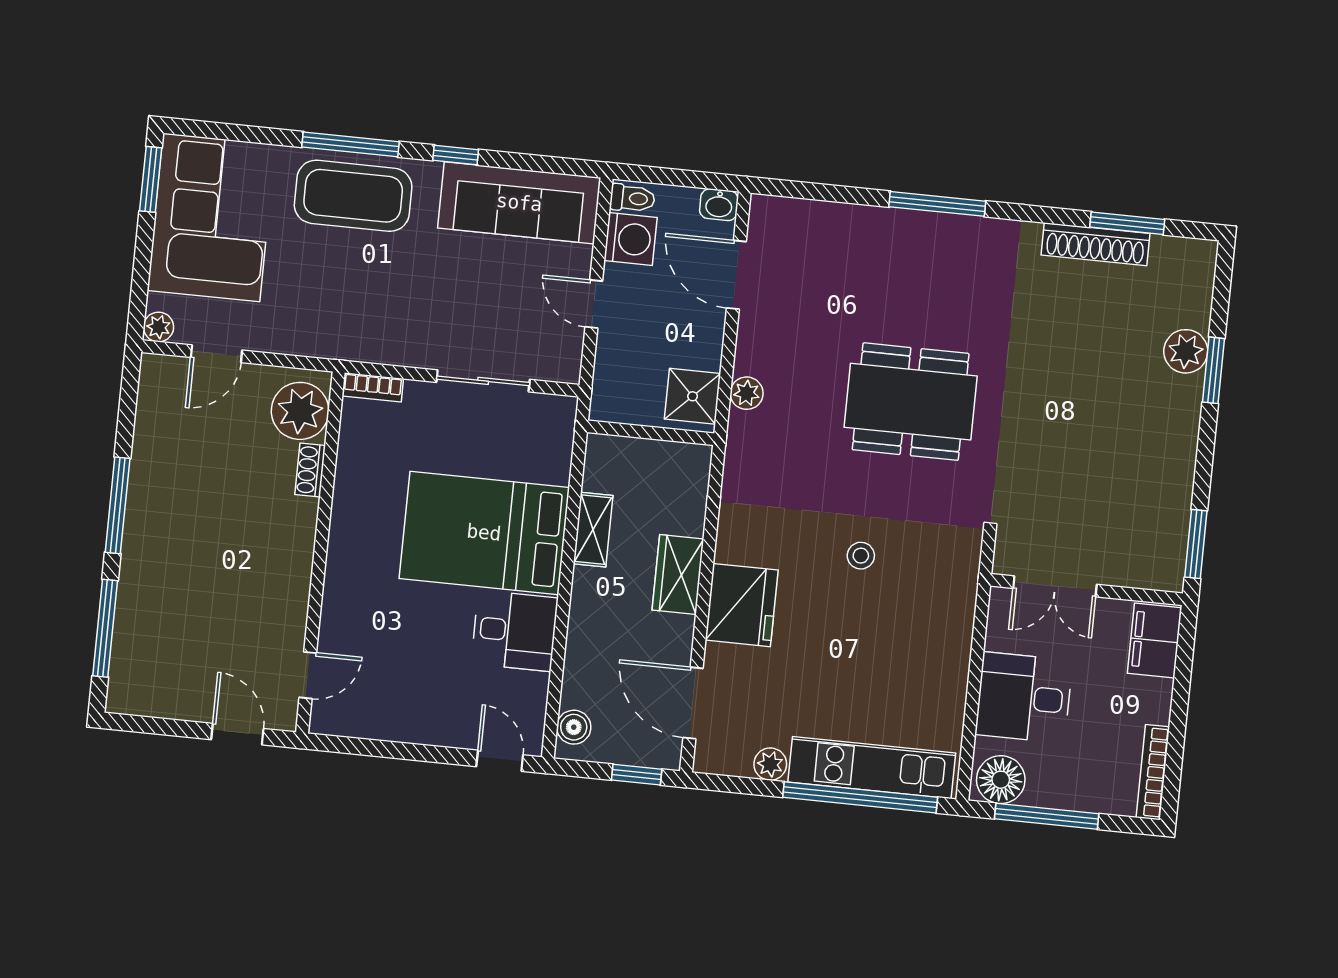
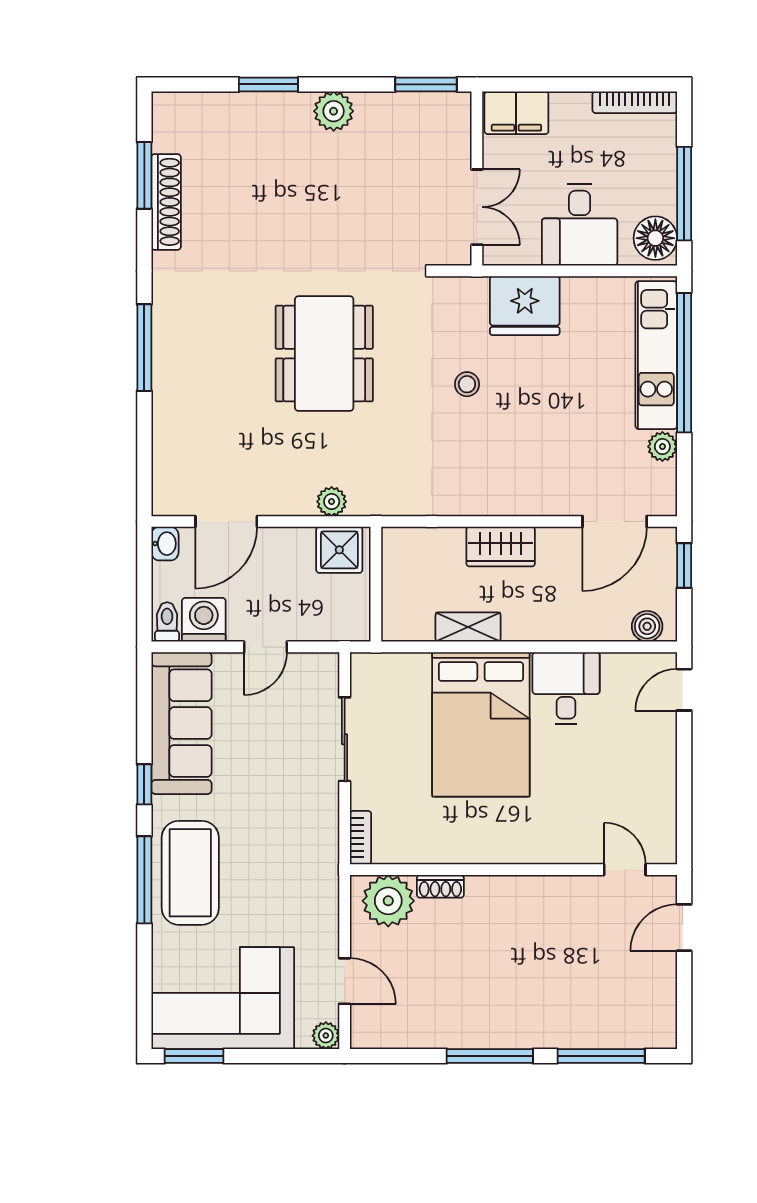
plant: (1186, 351) -> (334, 111), moved
fridge: (742, 605) -> (525, 306), moved, turned 180

